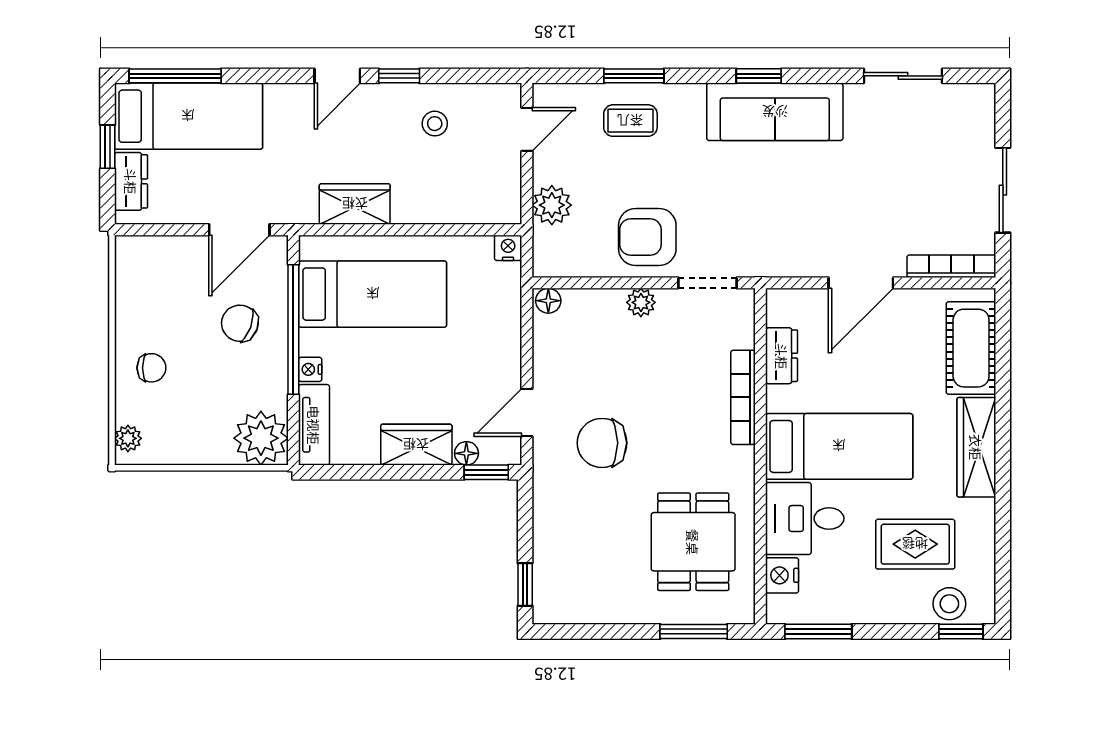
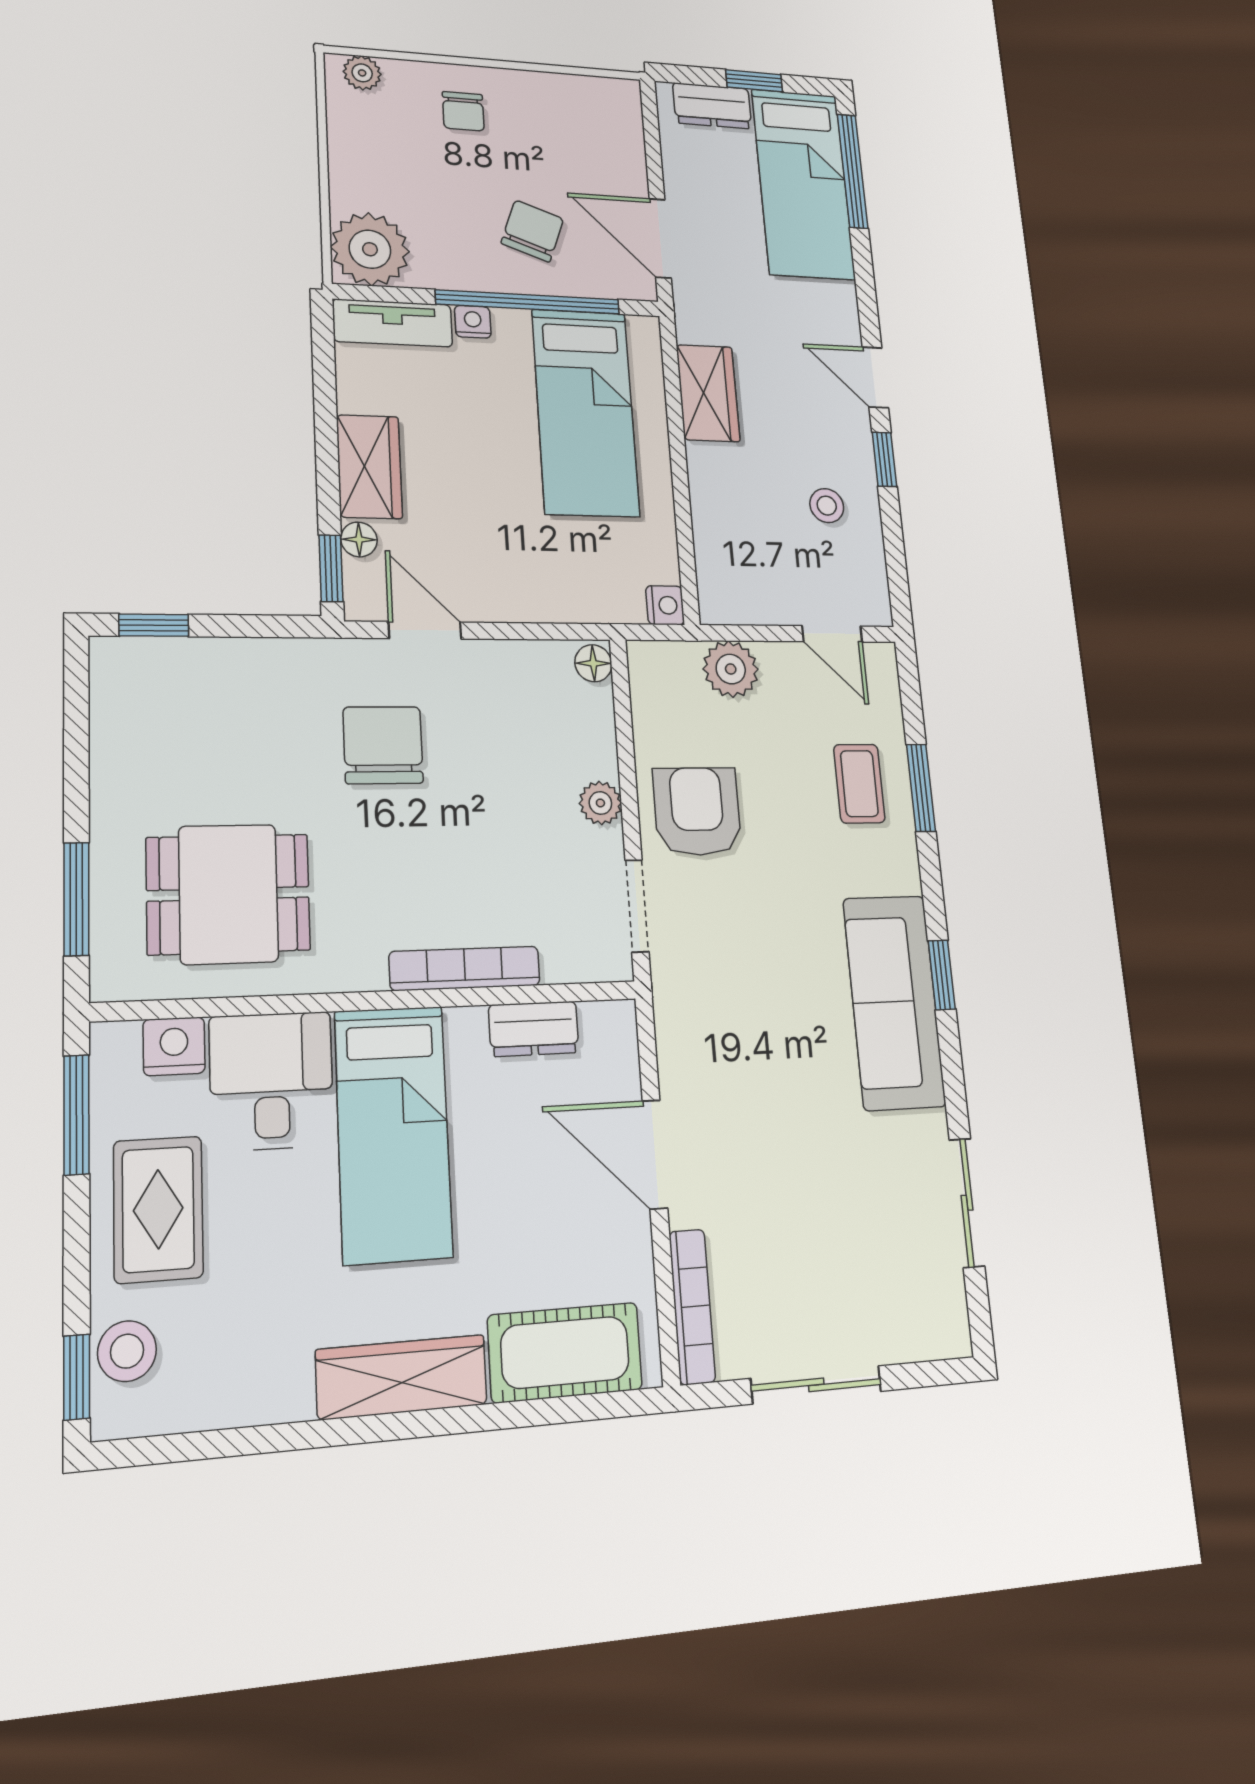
rug: (915, 544) -> (158, 1209), moved

